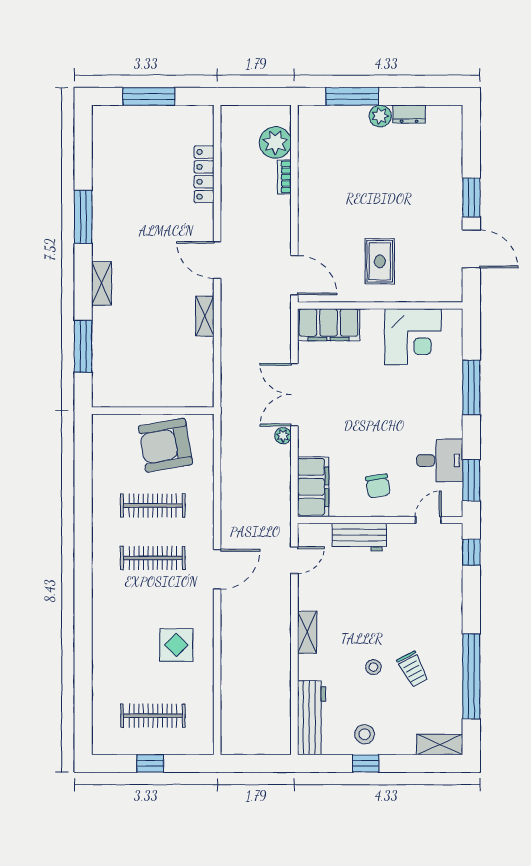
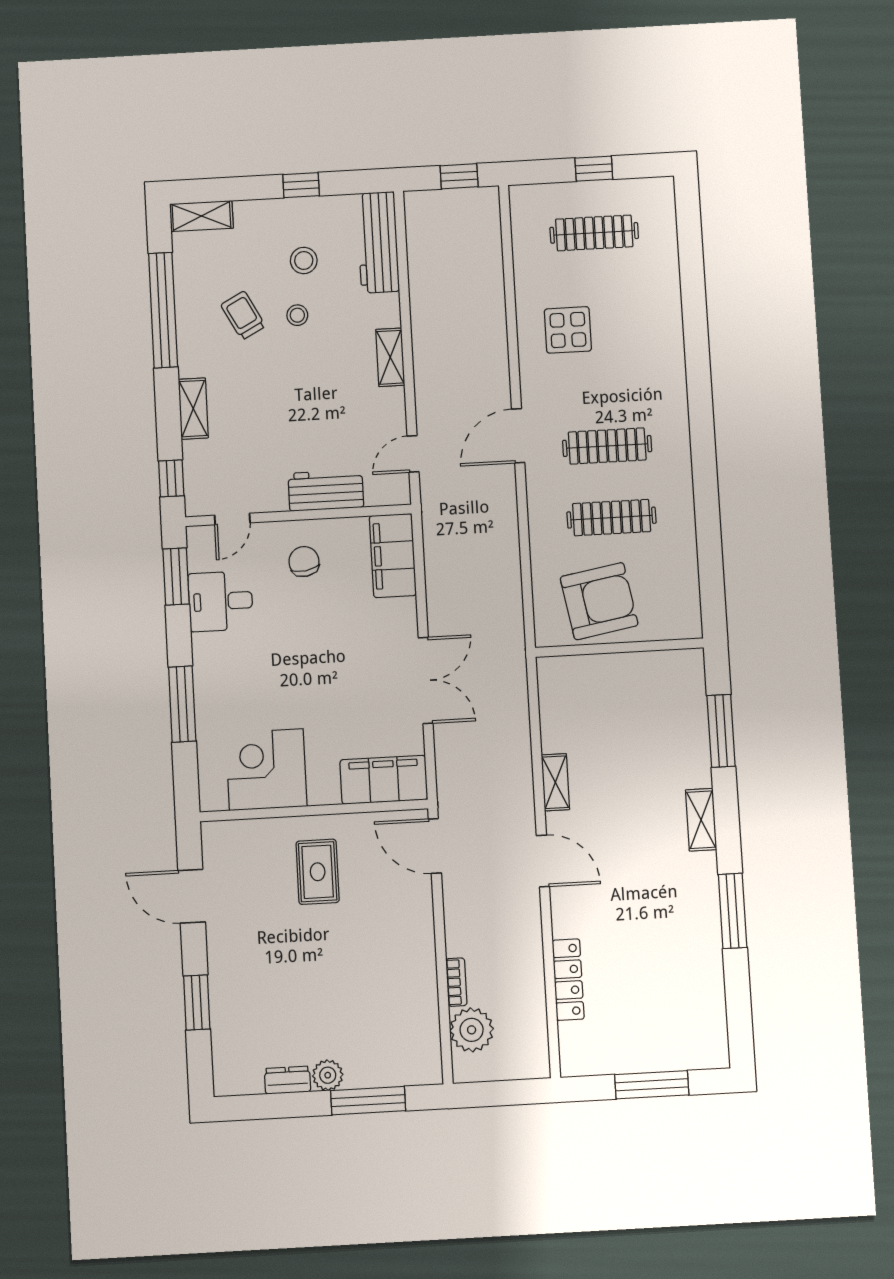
window: (471, 198) -> (197, 1002), moved
plant: (283, 436) -> (438, 623), removed
shelving: (453, 603) -> (193, 409), added
stool: (365, 734) -> (304, 260), moved
window: (249, 763) -> (459, 176), added

